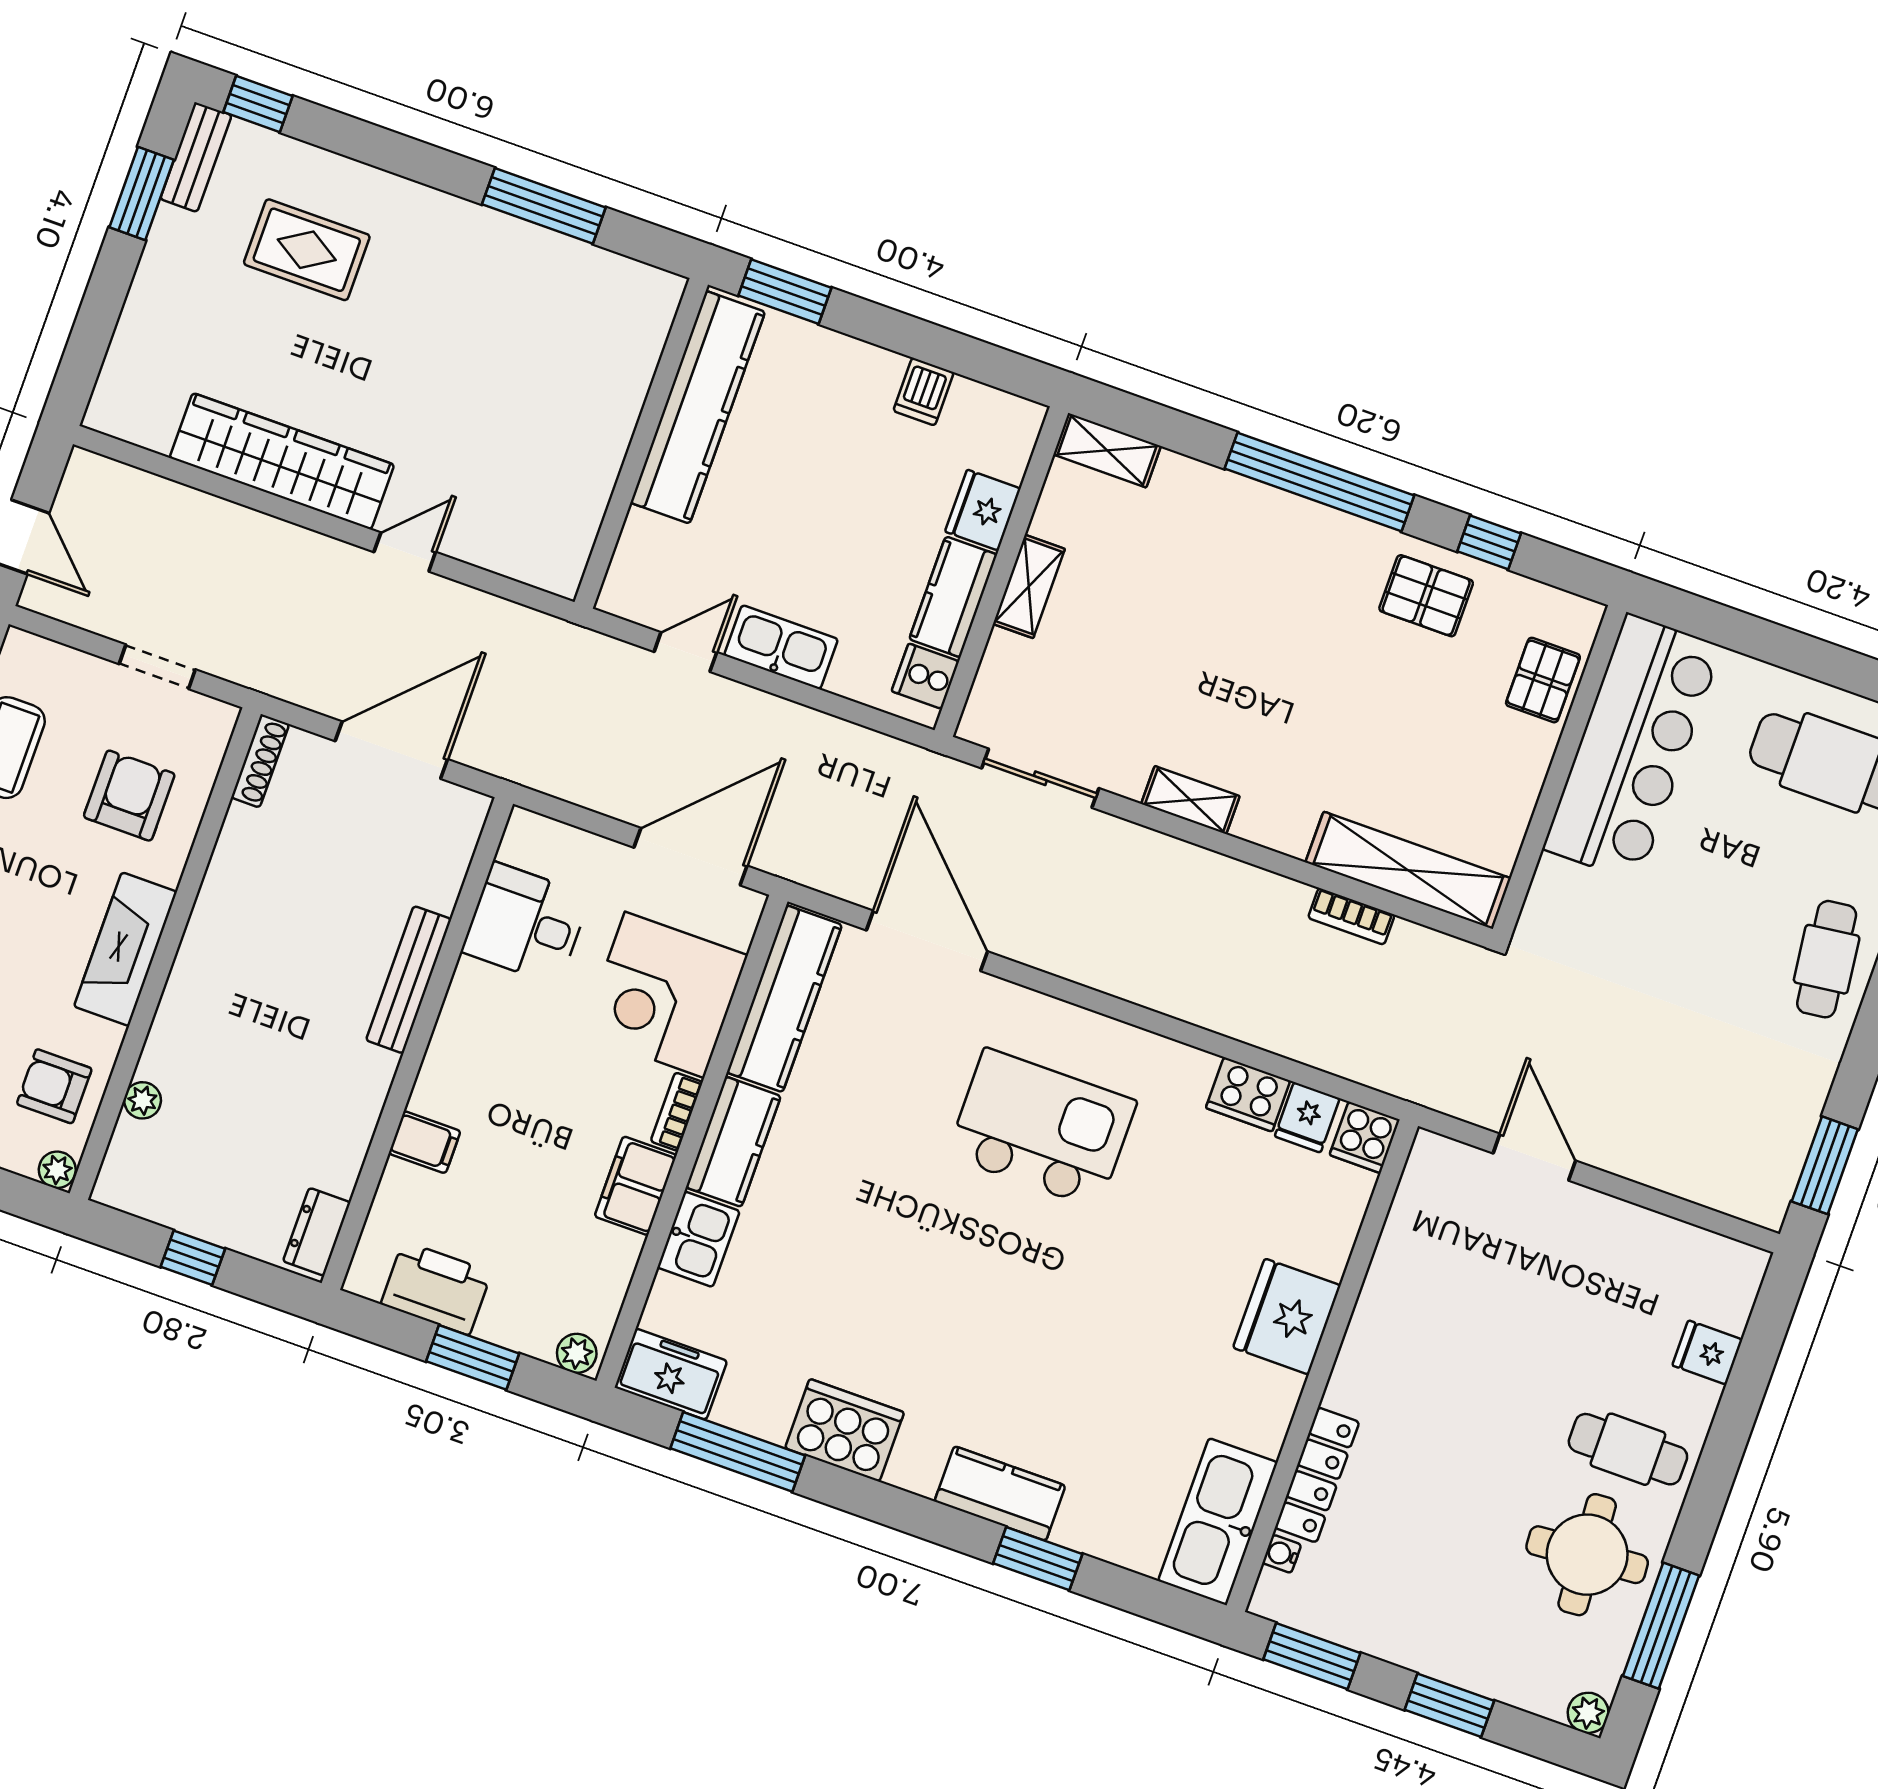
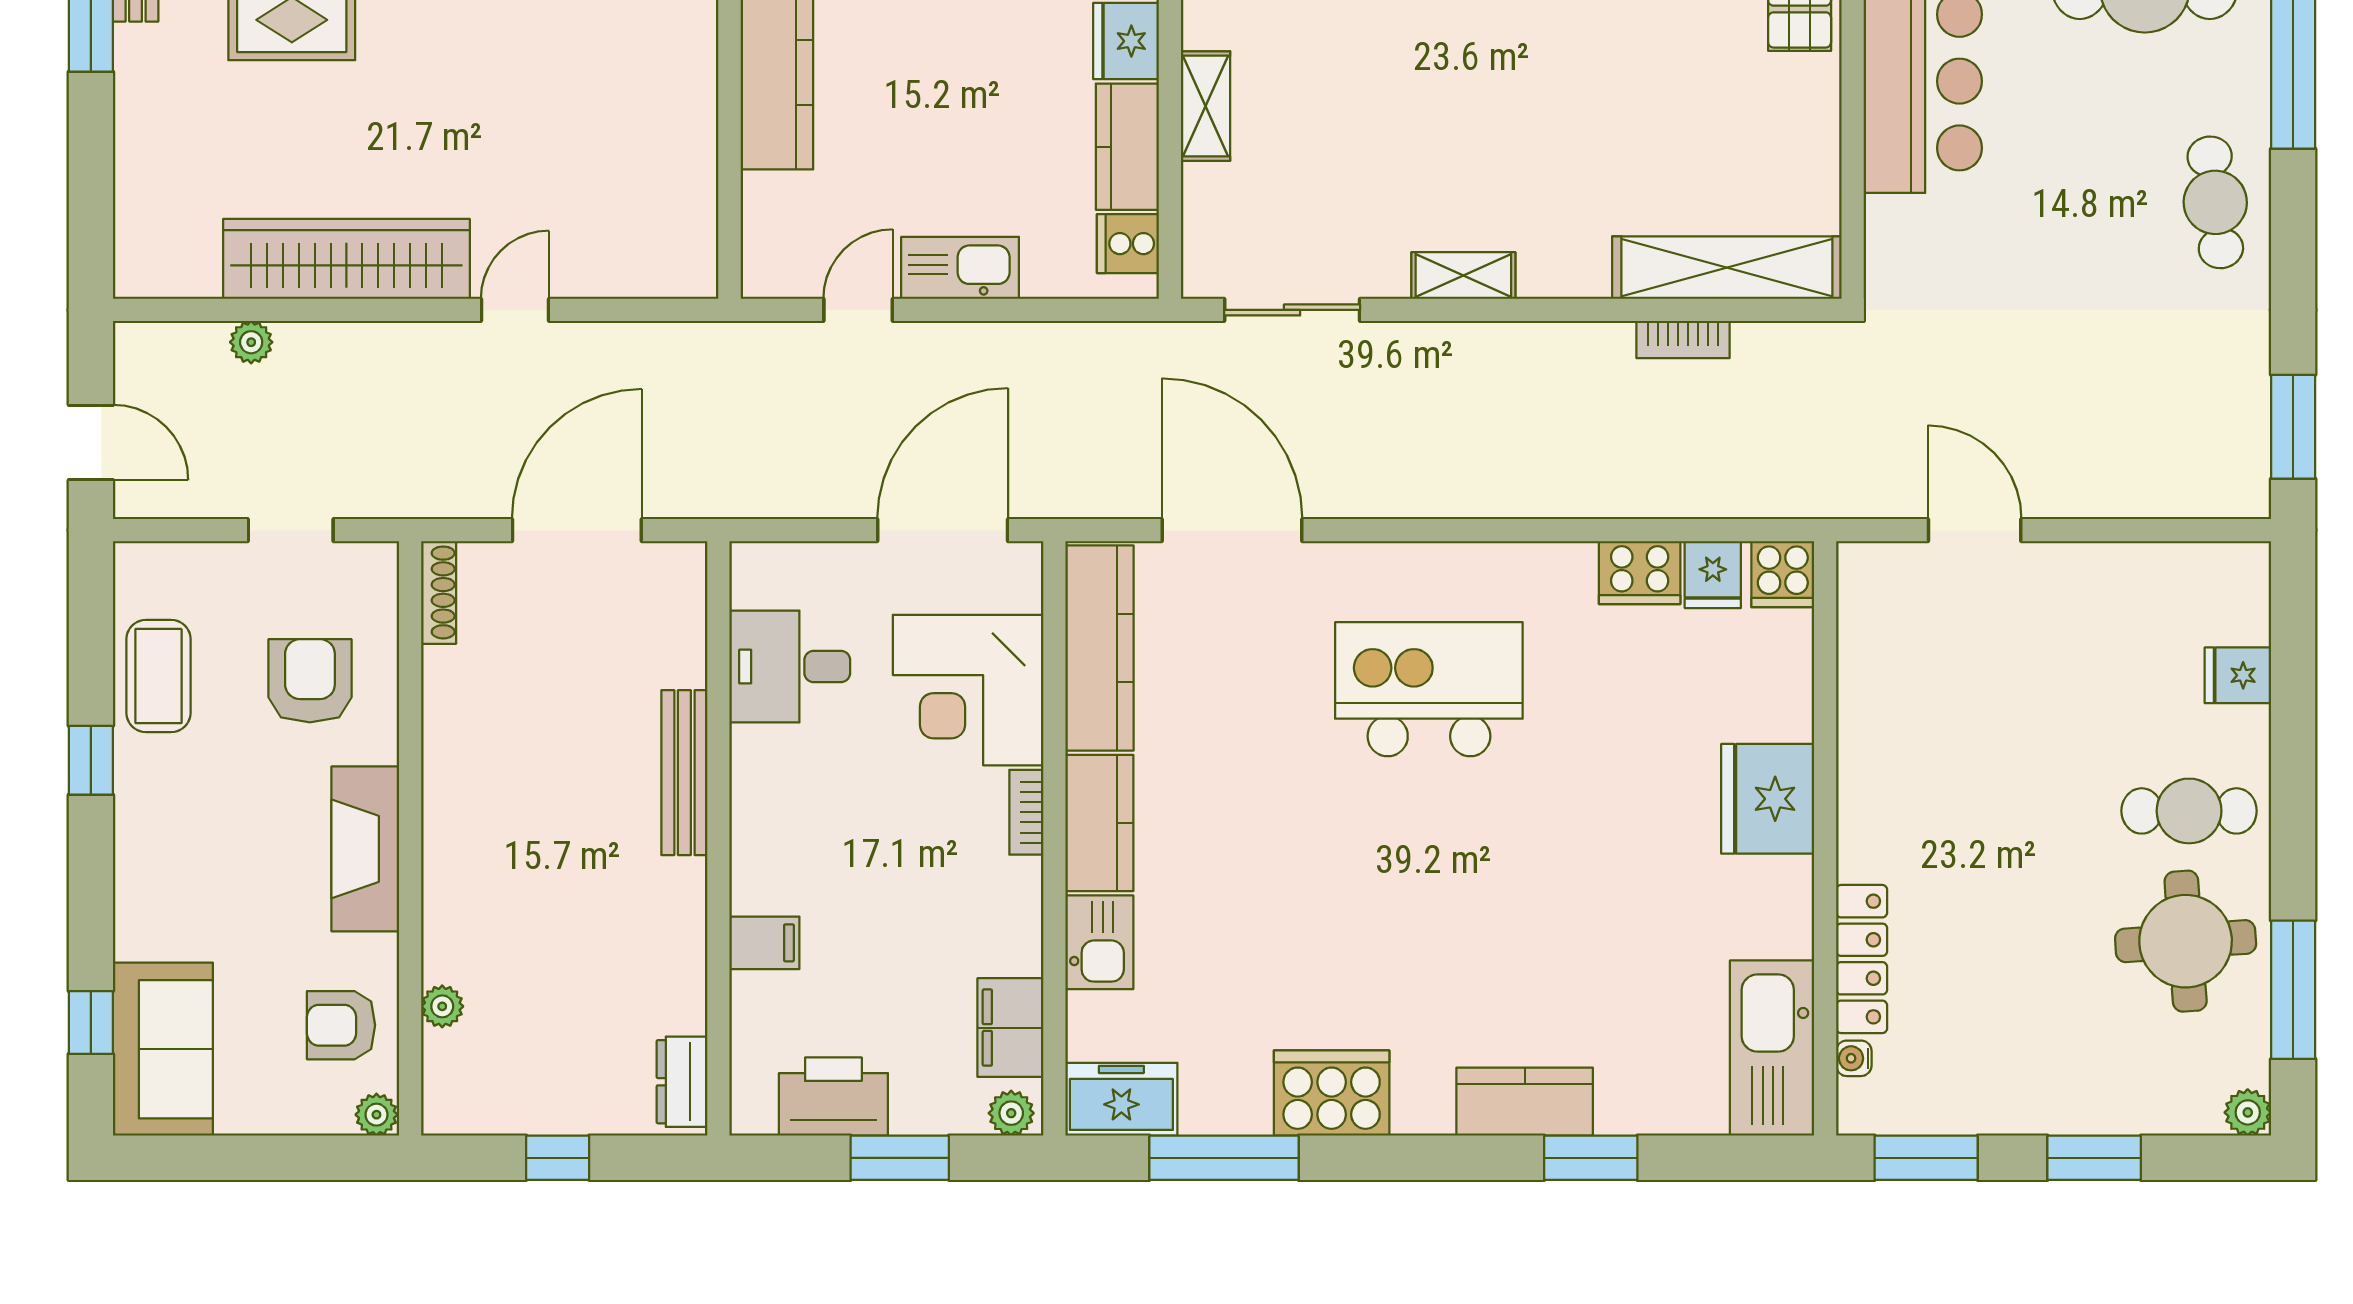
plant: (180, 502) -> (251, 342), added
filing cabinet: (636, 1186) -> (1010, 1028), moved

